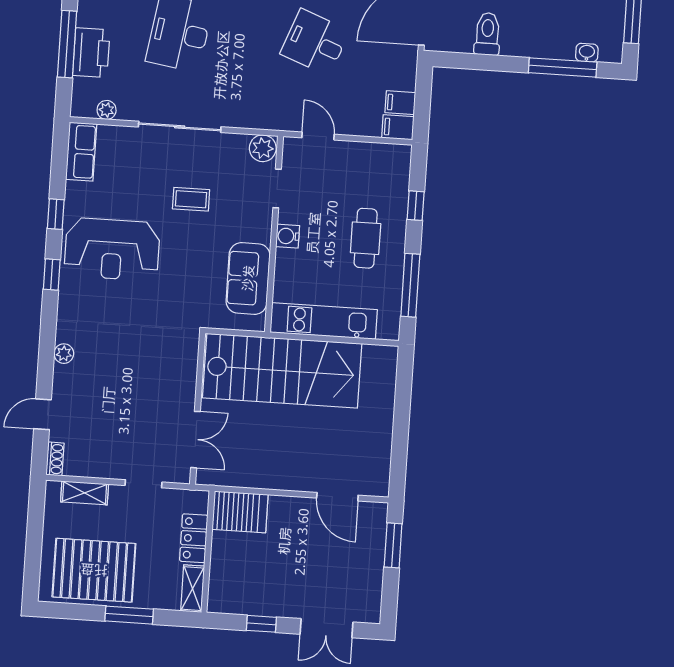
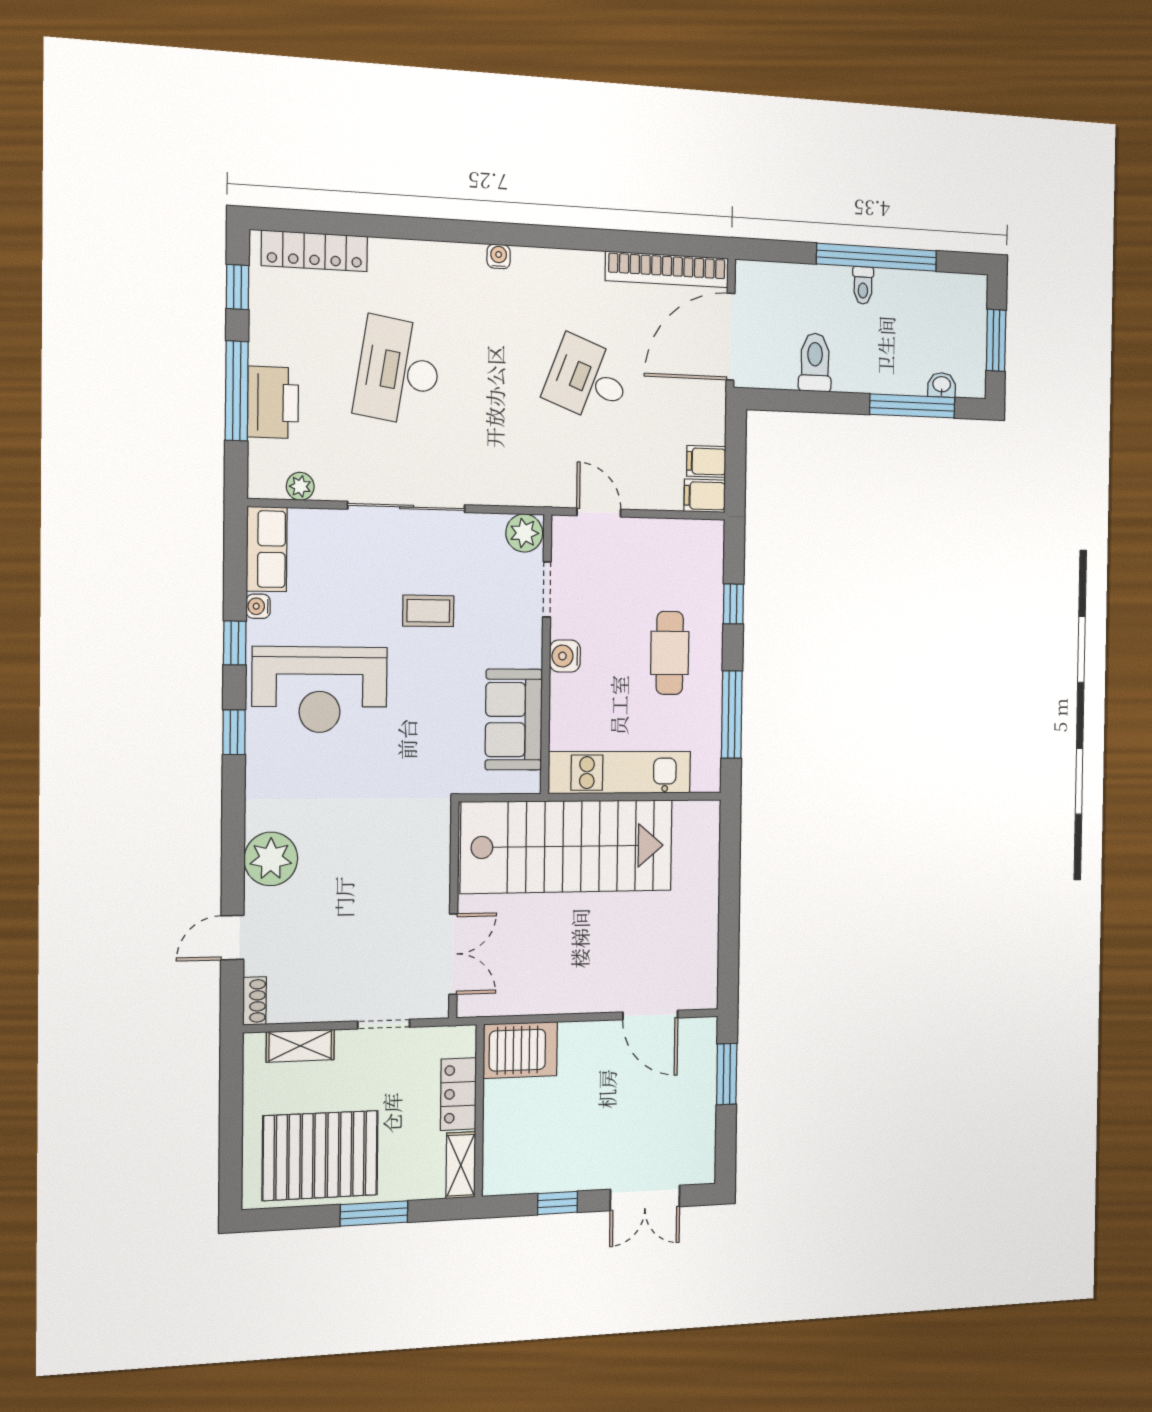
water cooler: (73, 190) -> (258, 606), added
plant: (64, 354) -> (271, 859), width x1.88, depth x1.88

